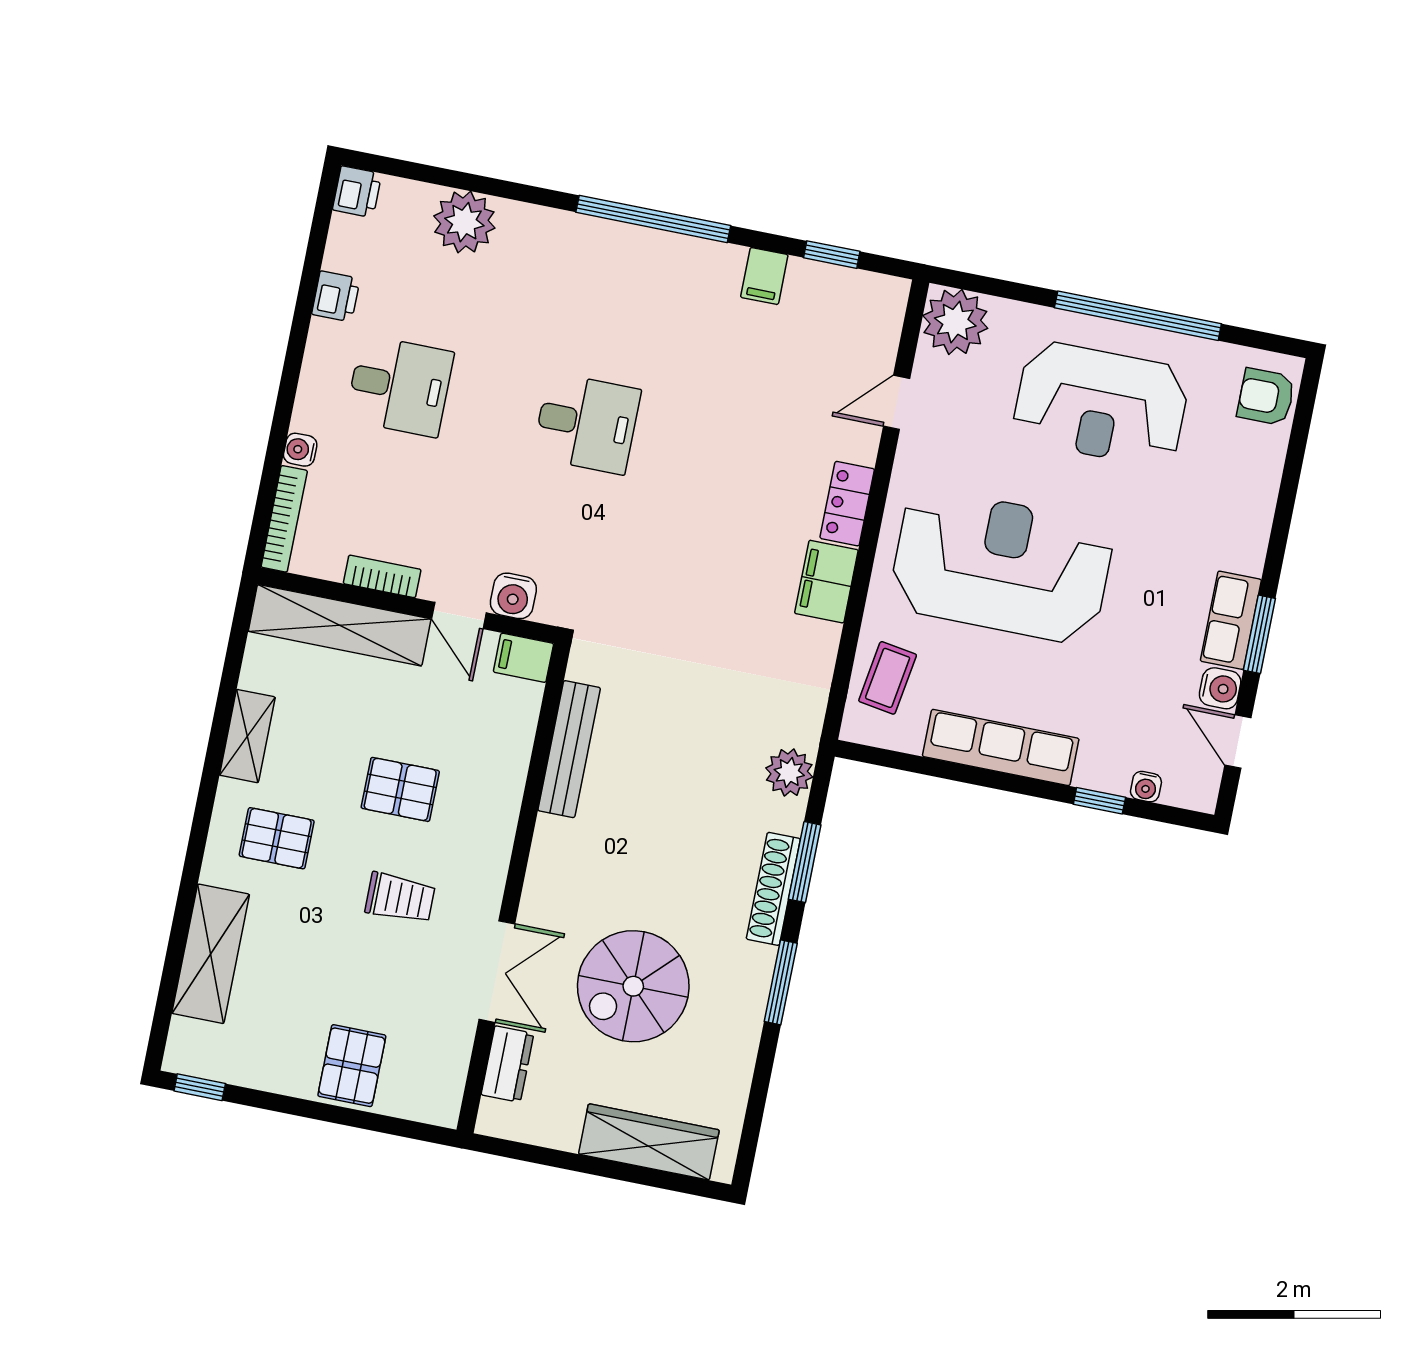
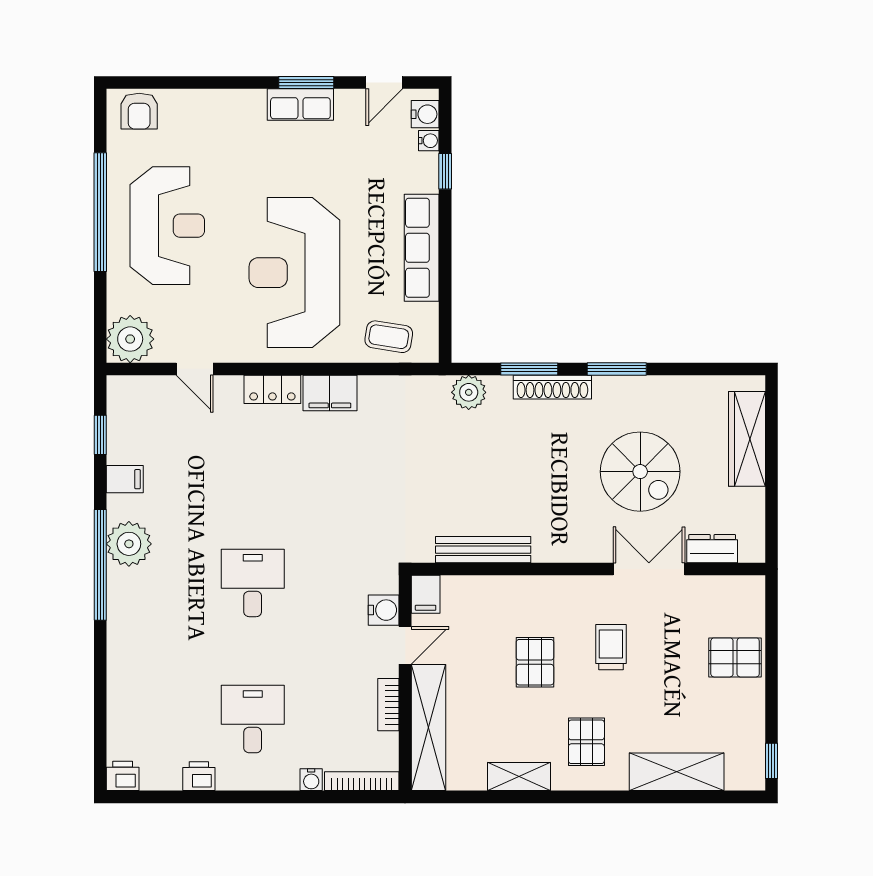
plant: (464, 222) -> (129, 544), moved
water cooler: (1220, 688) -> (425, 114), moved, turned 90

